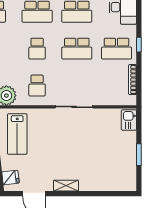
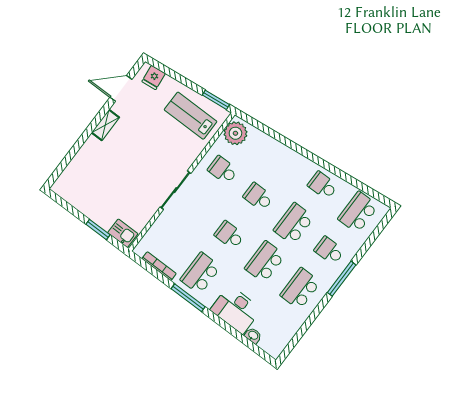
window: (139, 45) -> (188, 298), width x2.17
school desk: (77, 49) -> (229, 235), width x0.54
window: (139, 155) -> (98, 229), moved

